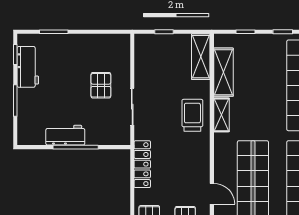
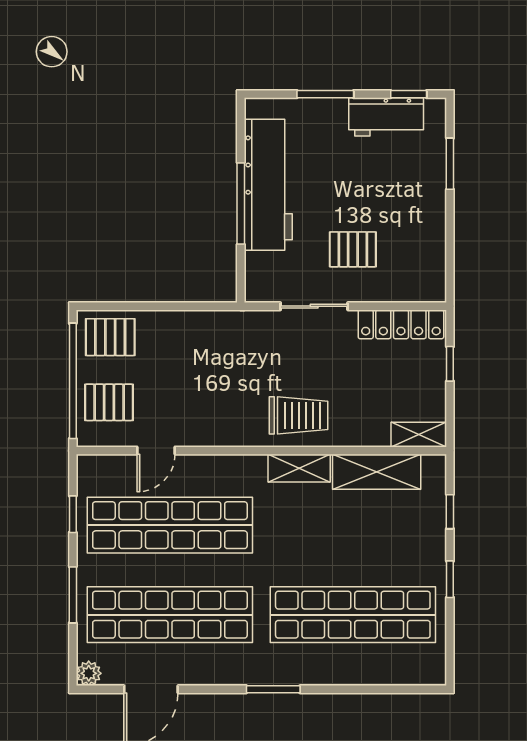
shelving: (201, 57) -> (419, 435), width x0.67, depth x0.75
workbench: (65, 135) -> (268, 185), width x1.88, depth x1.32
locker: (142, 164) -> (401, 324), moved

